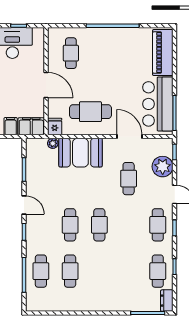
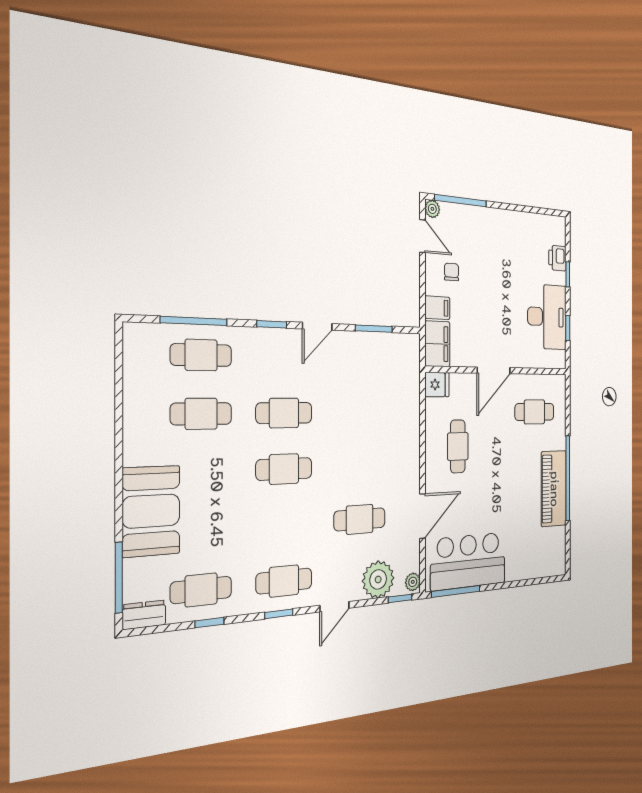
piano: (163, 53) -> (554, 489), moved, turned -90
cafe table: (90, 112) -> (458, 446), width x0.73, depth x0.74
plant: (53, 143) -> (413, 582), moved
booth: (80, 153) -> (151, 511), moved

